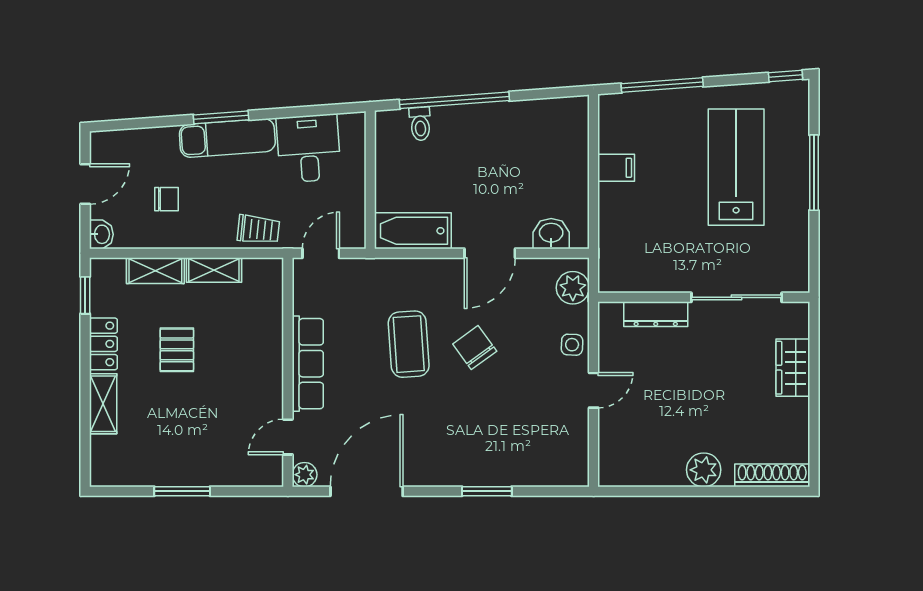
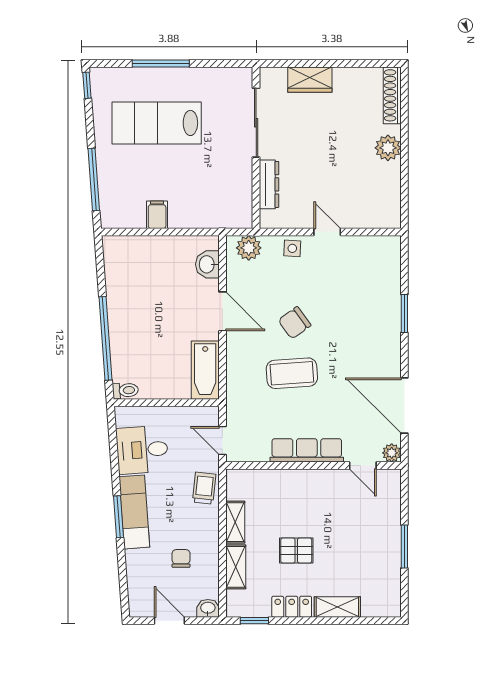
toilet: (420, 124) -> (125, 390), moved

